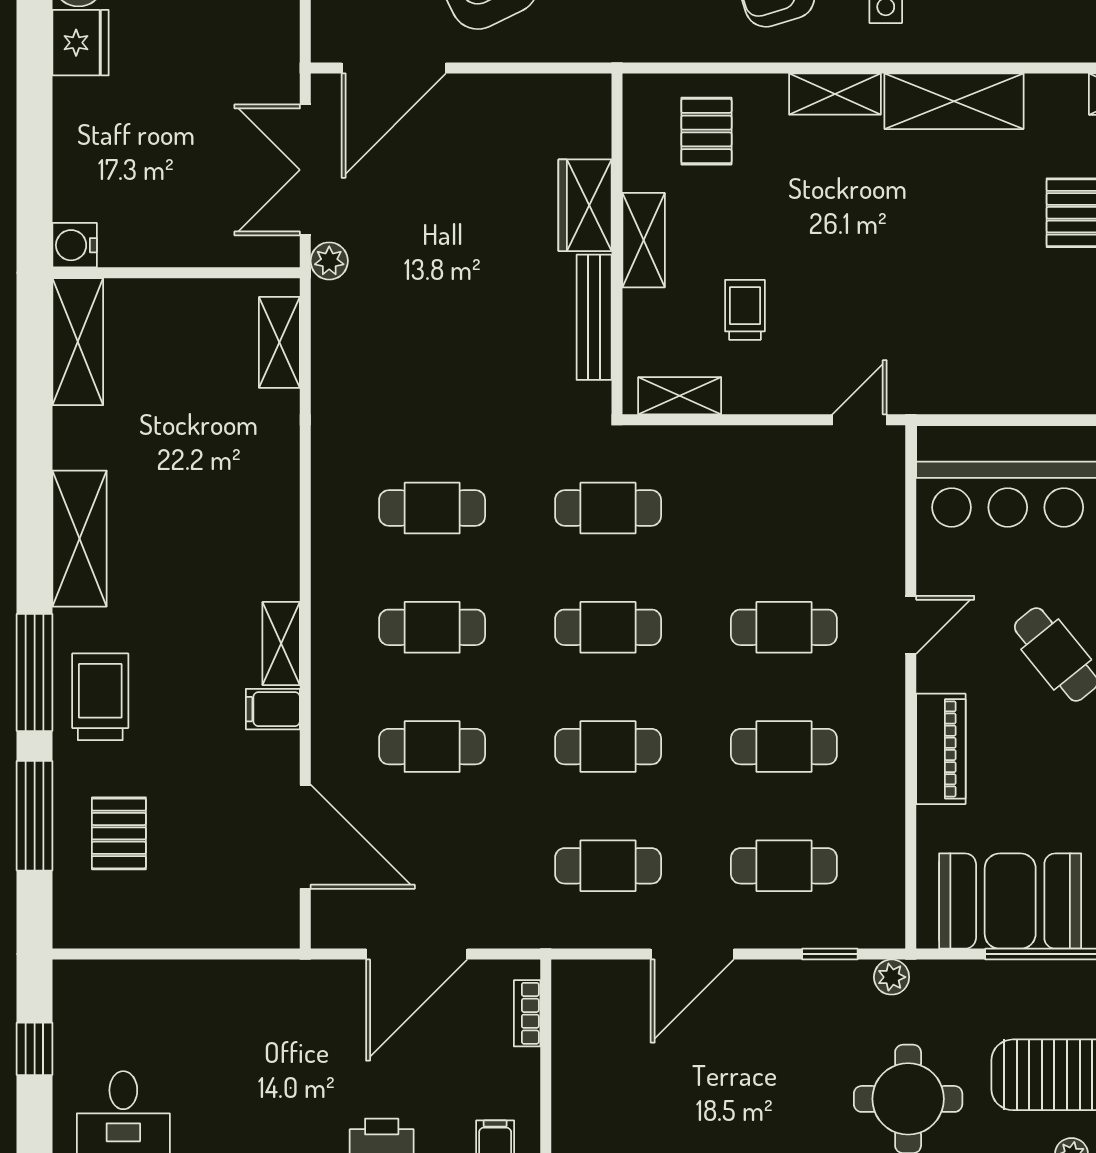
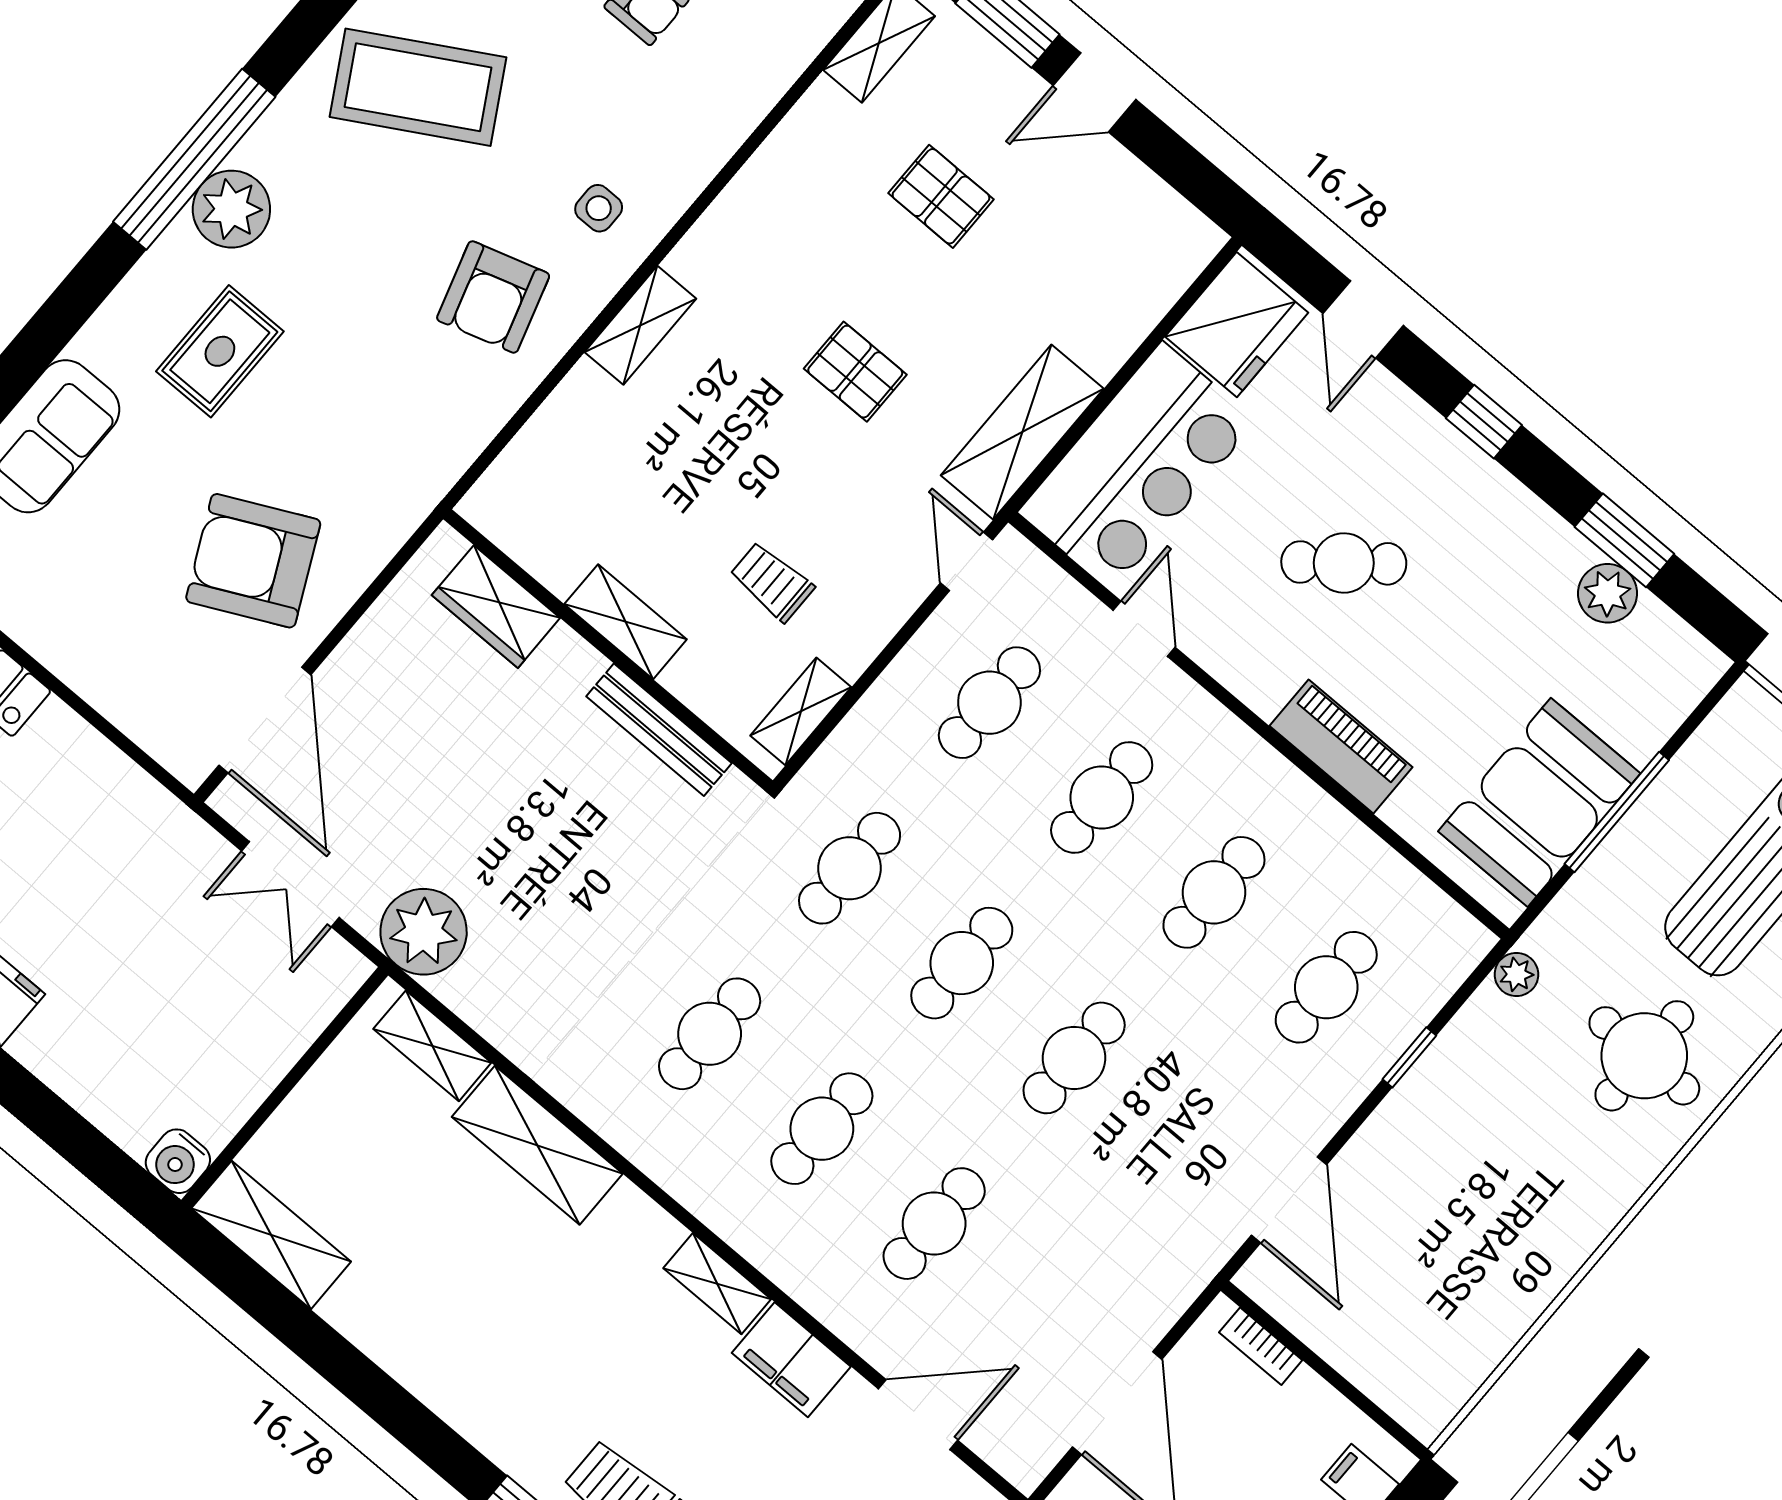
shelving: (954, 101) -> (1022, 432), moved
pallet: (706, 131) -> (855, 372), moved
double door: (305, 170) -> (290, 884), width x0.73
wardrobe: (585, 205) -> (496, 607), moved
plant: (329, 261) -> (424, 932), width x1.88, depth x1.88
shelving: (80, 539) -> (537, 1145), moved
door: (911, 625) -> (1144, 629), moved
filing cabinet: (273, 709) -> (791, 1360), width x2.00
door: (305, 837) -> (918, 1415), width x0.73
cafe table: (608, 866) -> (989, 703), moved
door: (692, 954) -> (1289, 1200), moved
window: (830, 954) -> (1409, 1057), moved

